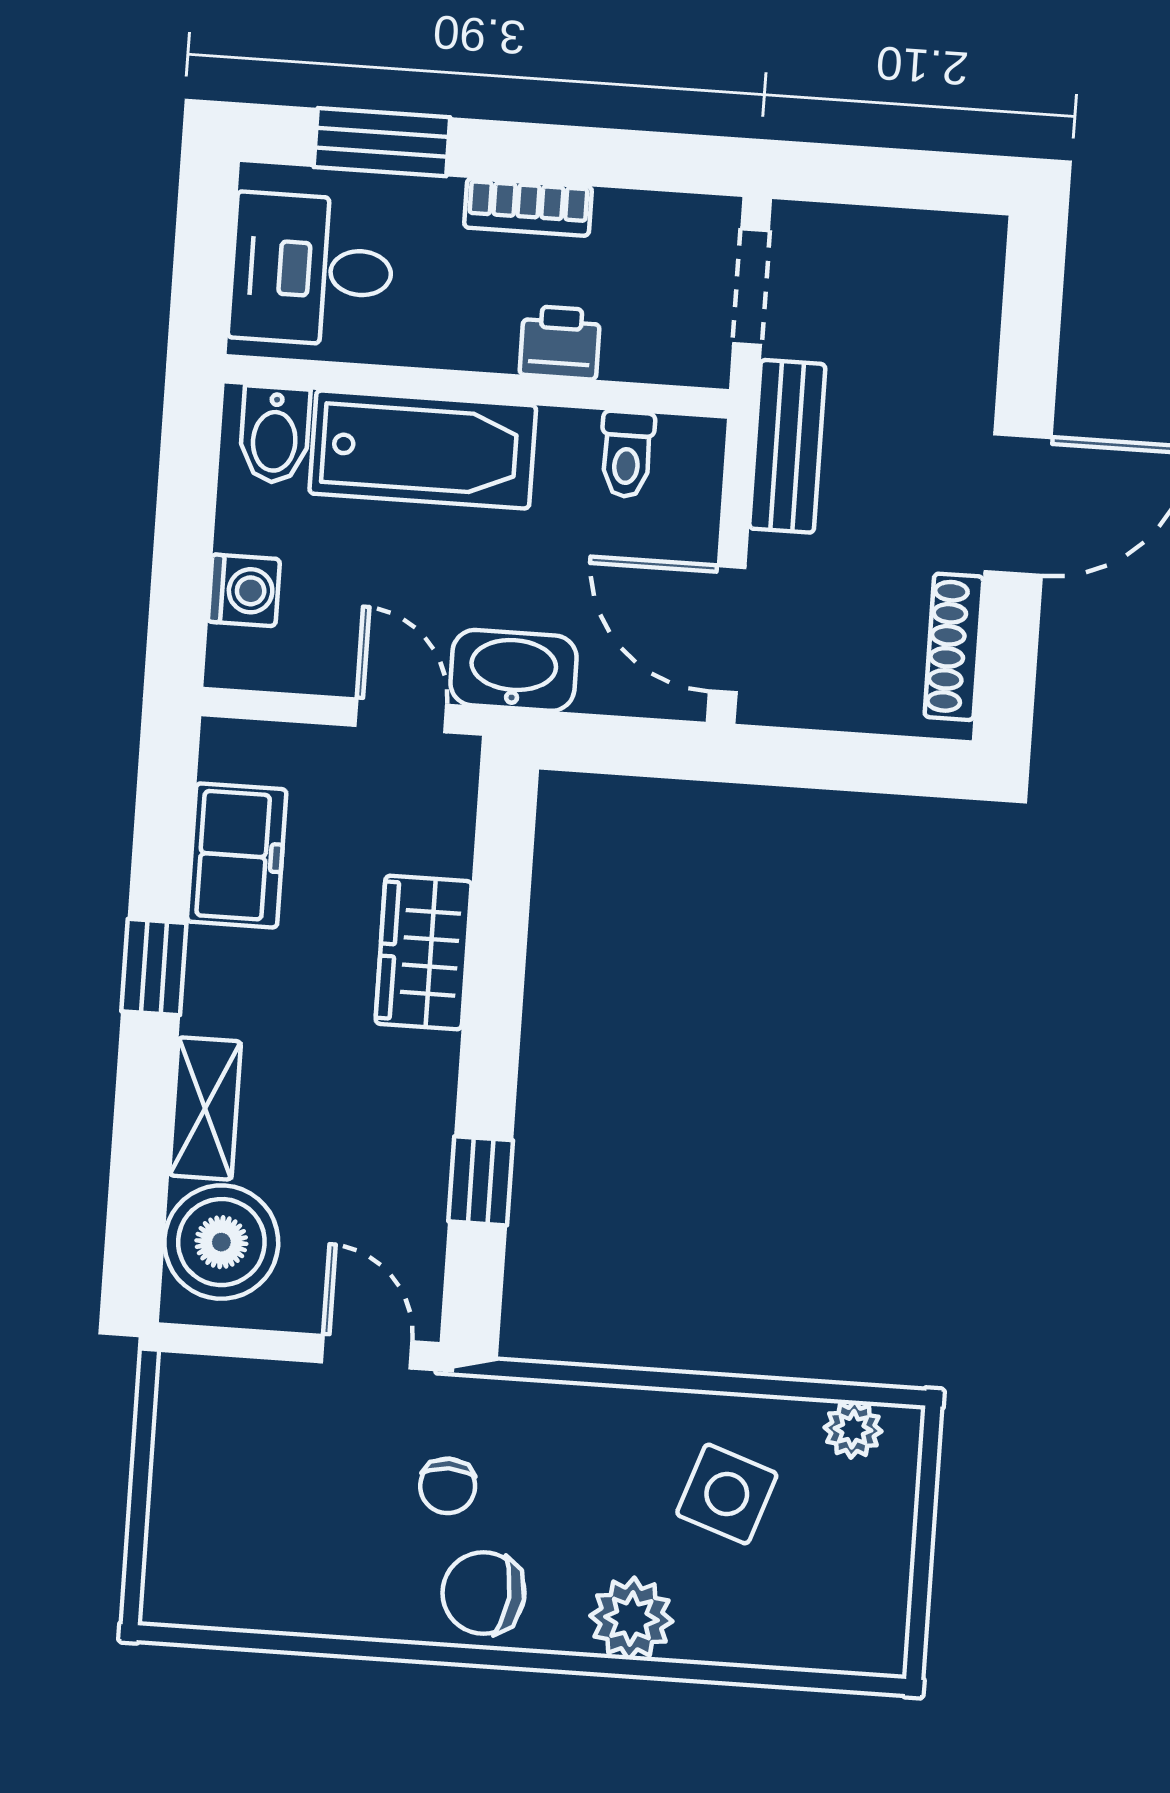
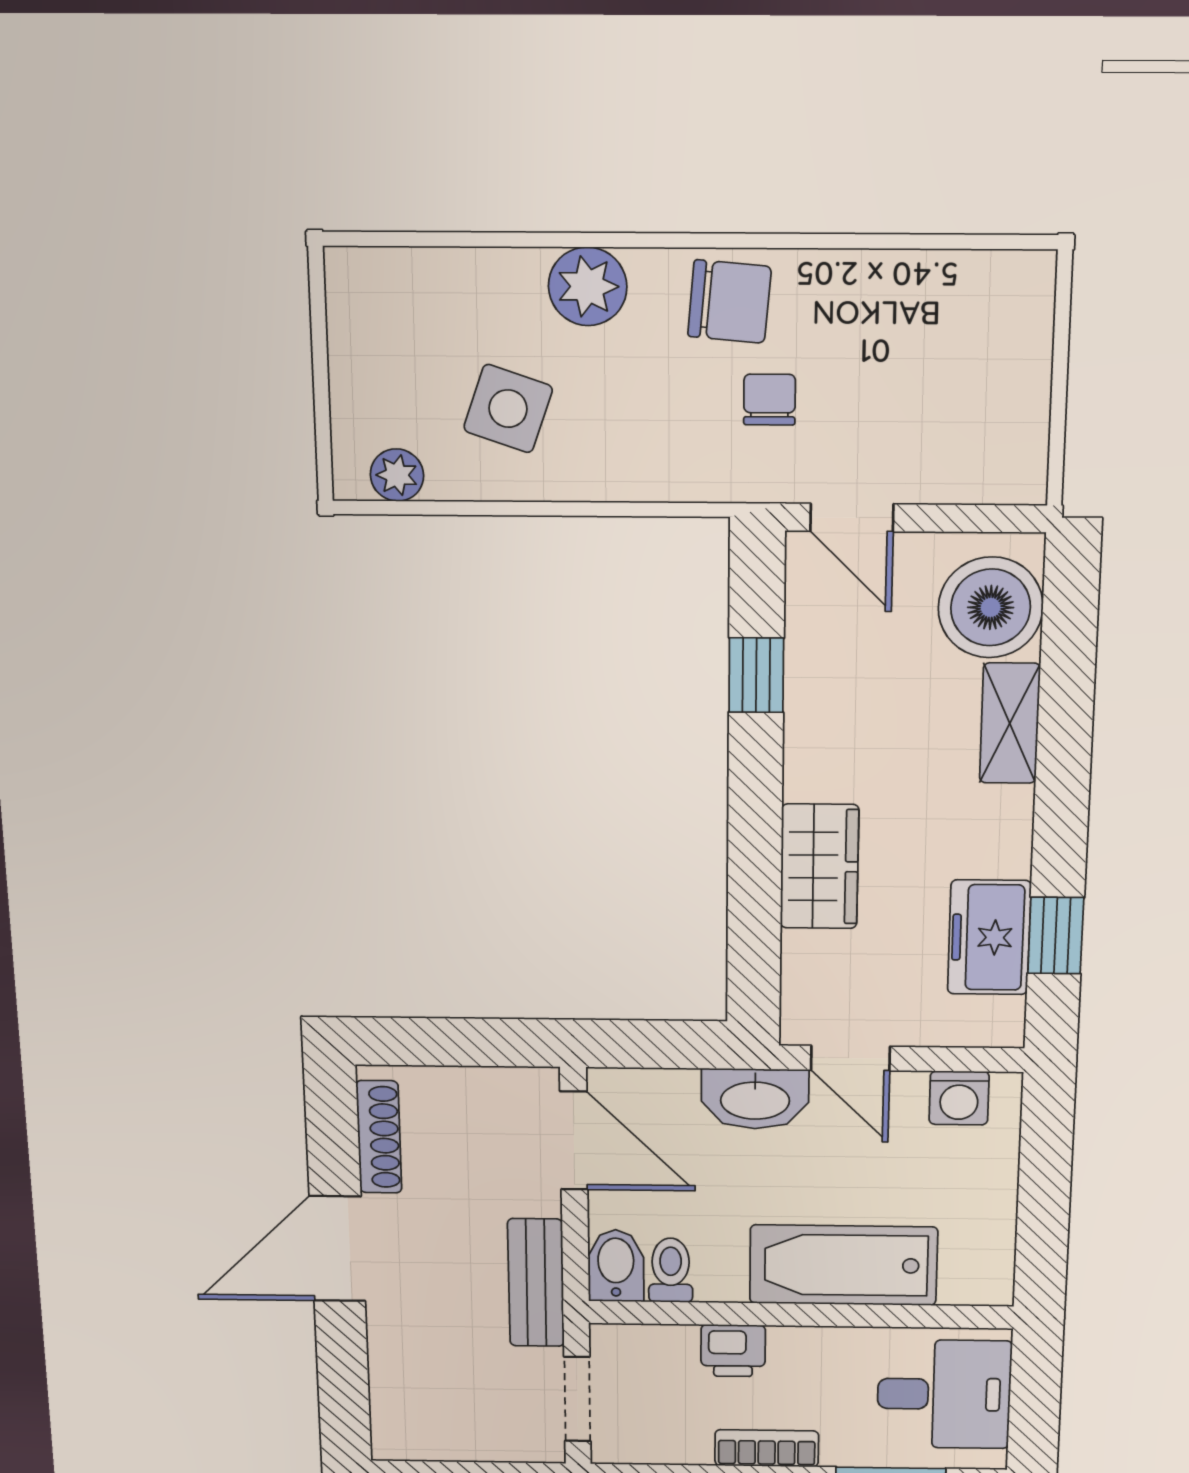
bidet: (275, 435) -> (616, 1266), moved
washing machine: (244, 590) -> (959, 1098), moved, turned -90
window: (154, 967) -> (1056, 936), moved

